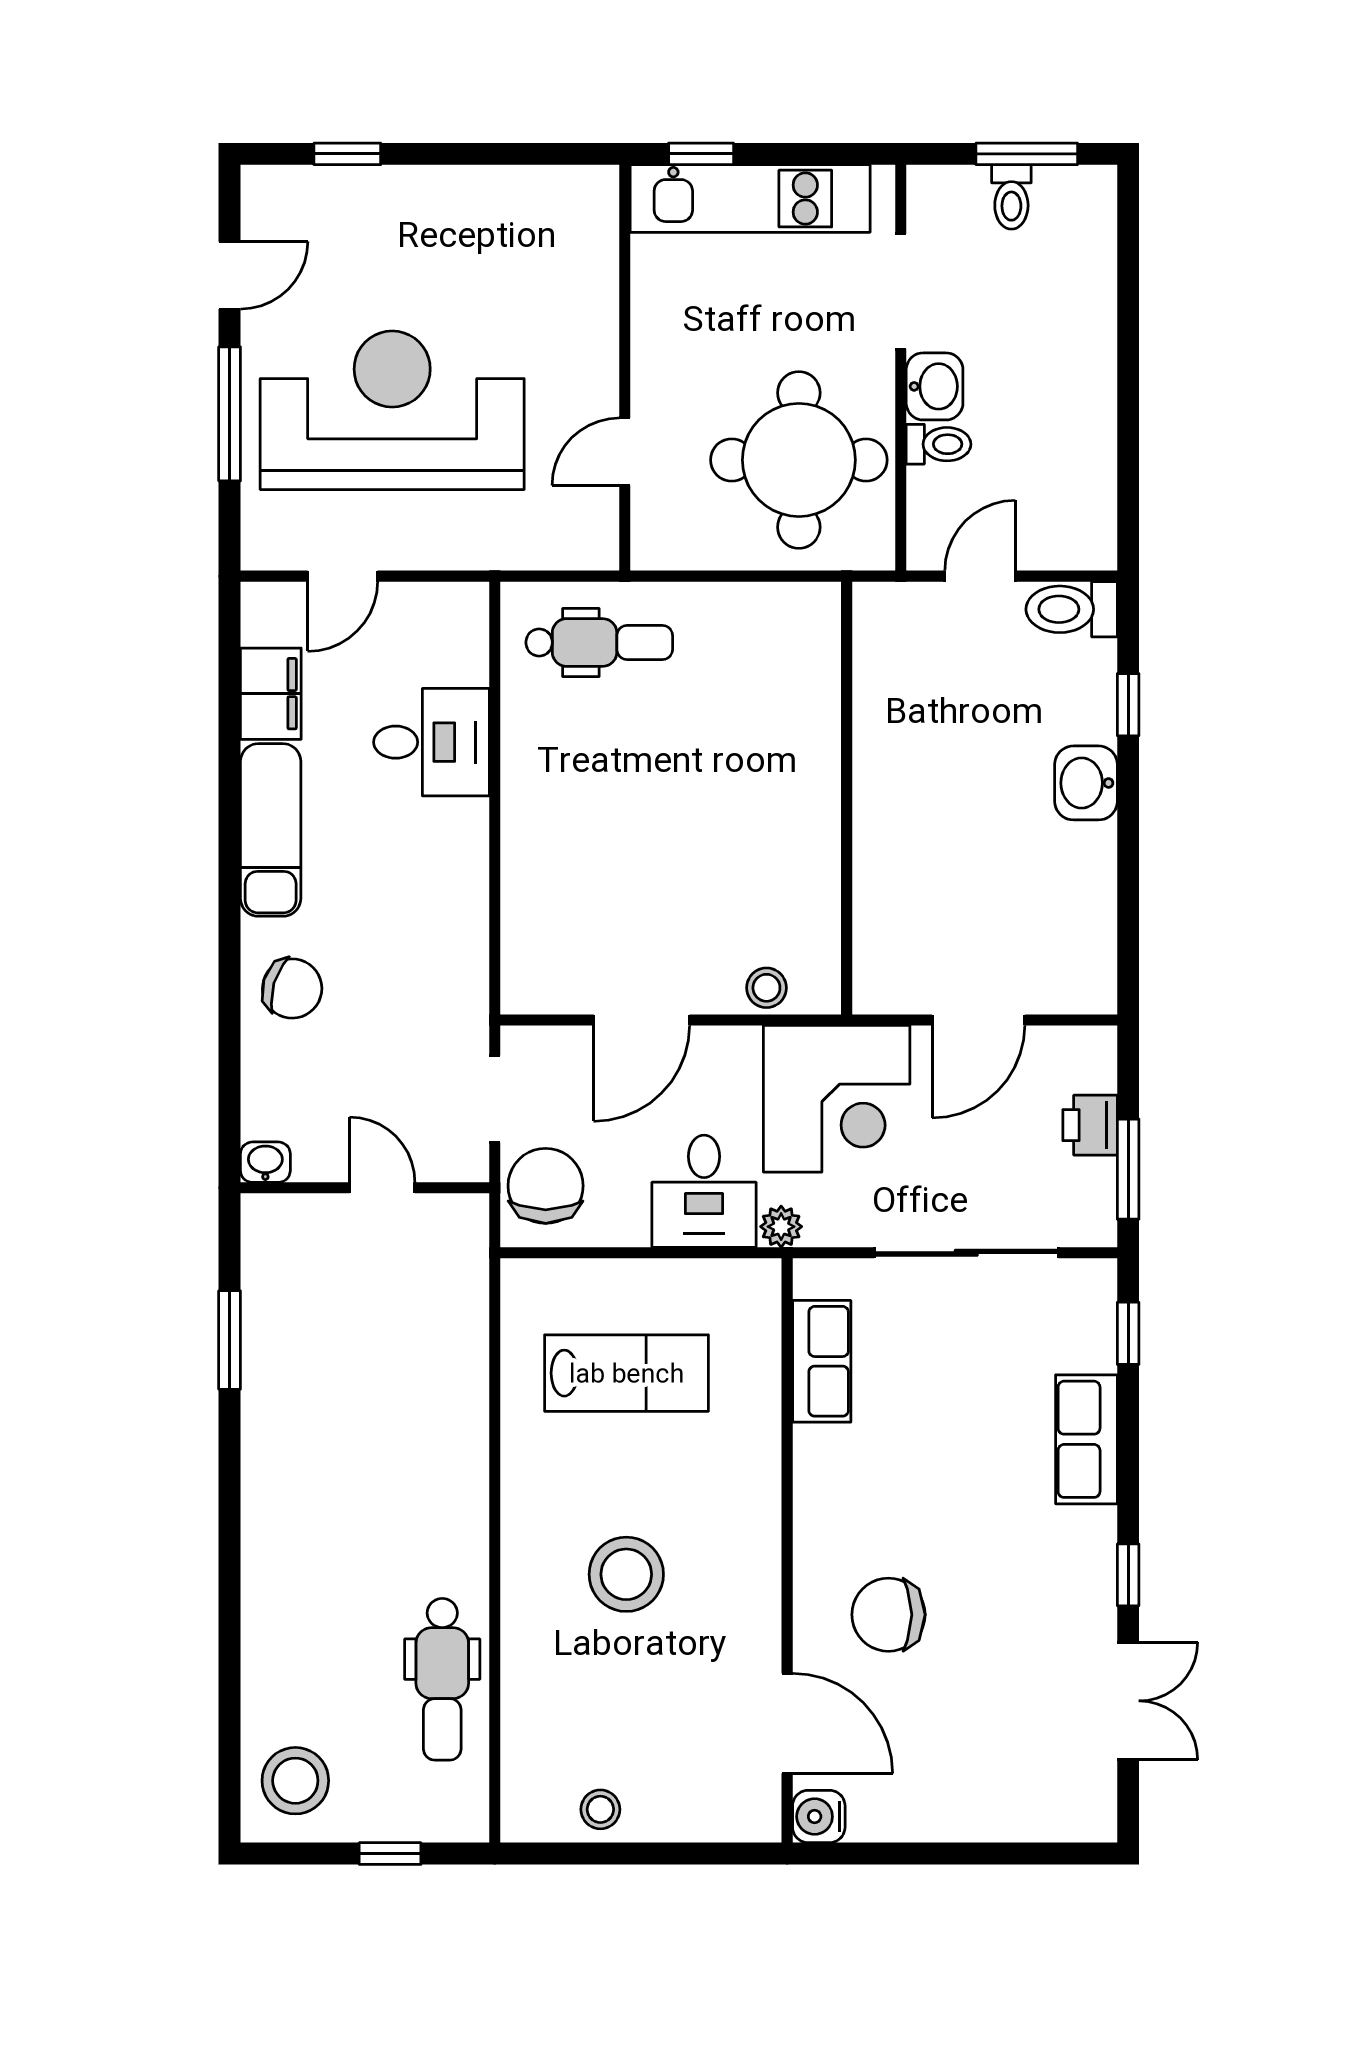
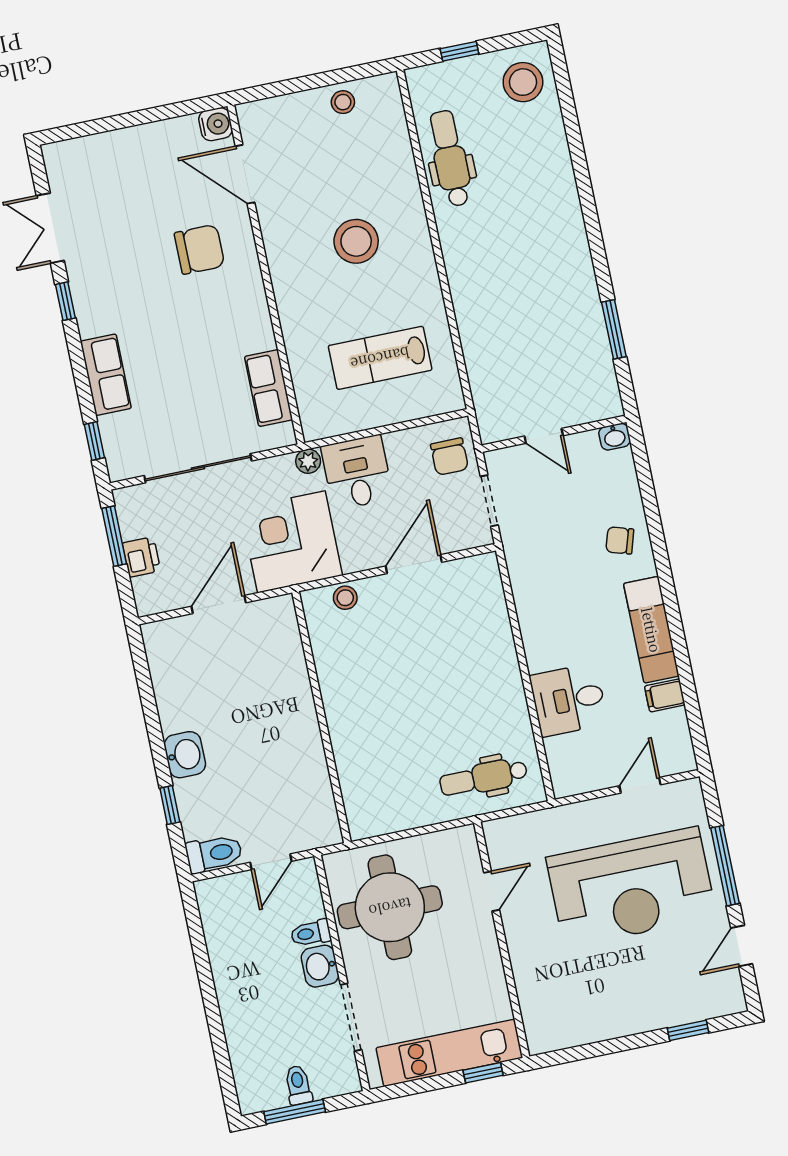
filing cabinet: (271, 694) -> (665, 695), width x0.50
chair: (292, 989) -> (620, 540), width x0.73, depth x0.73
chair: (546, 1186) -> (449, 457), width x0.73, depth x0.73

